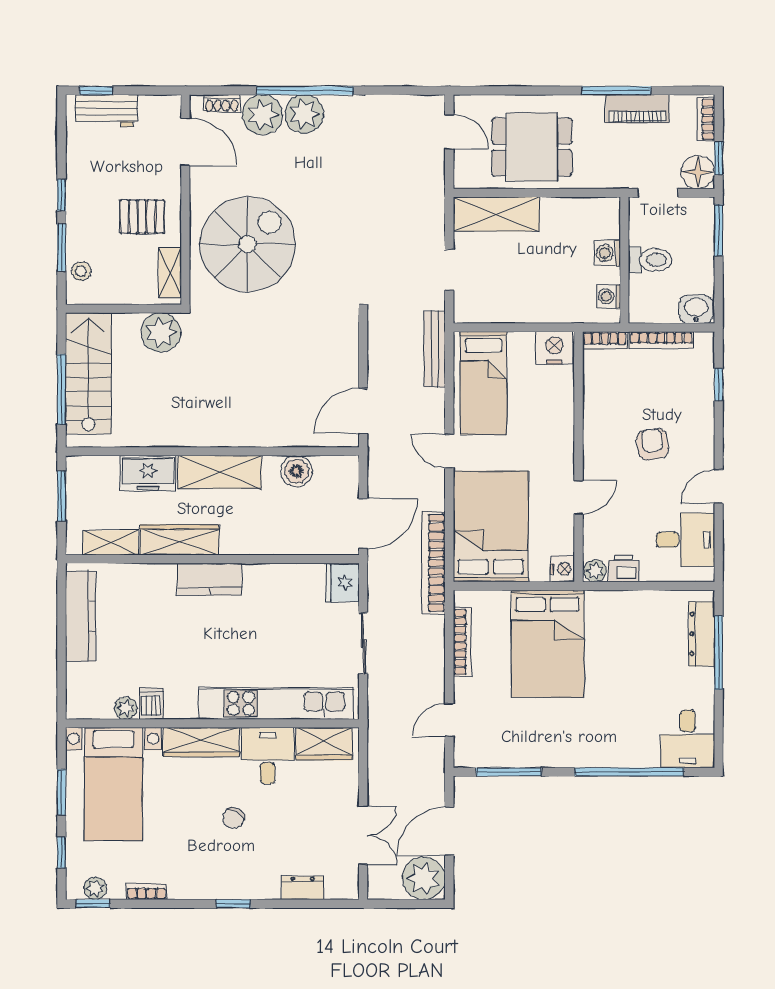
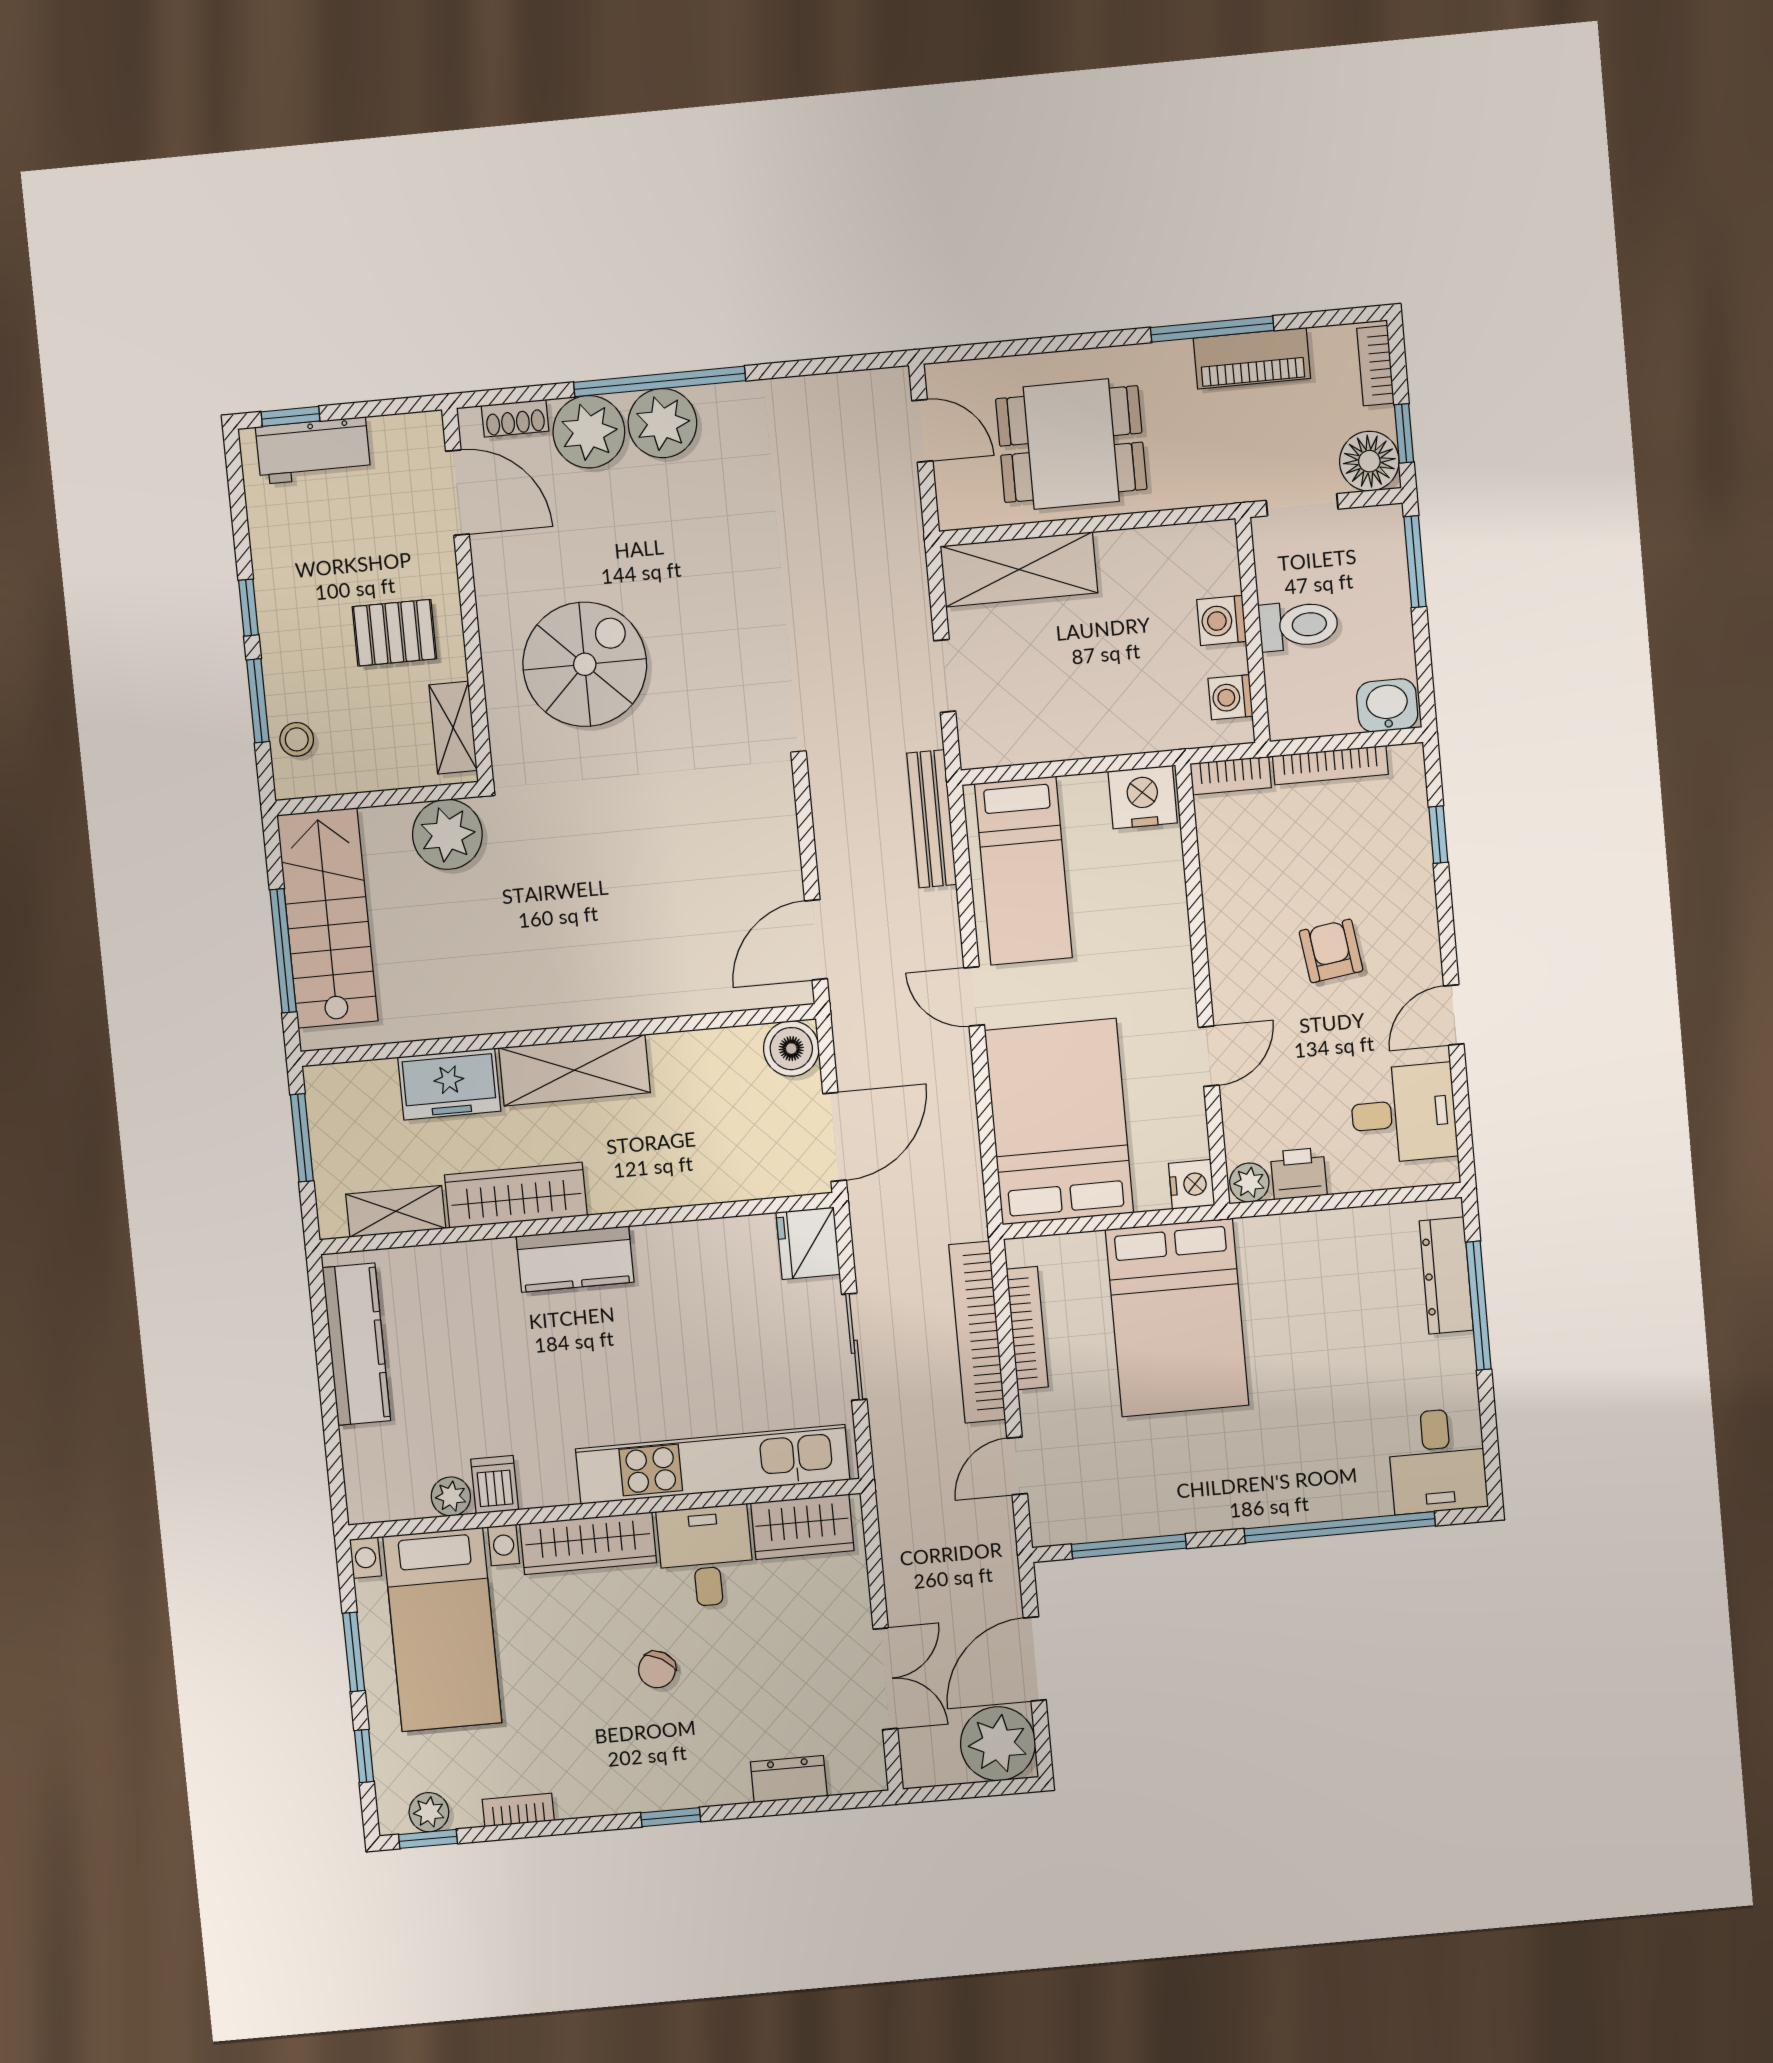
spiral stairs: (248, 244) -> (585, 664), width x0.73, depth x0.73
boiler: (296, 471) -> (791, 1049), moved
bookcase: (434, 563) -> (977, 1332), moved

